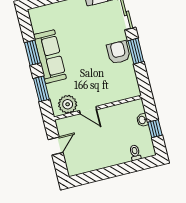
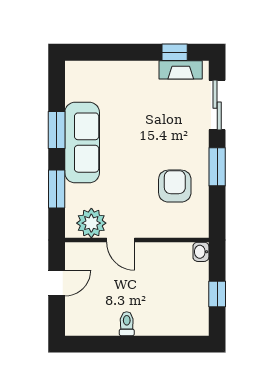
armchair: (118, 52) -> (175, 186), moved
washbasin: (142, 120) -> (201, 252), moved
toilet: (135, 153) -> (127, 324), moved

